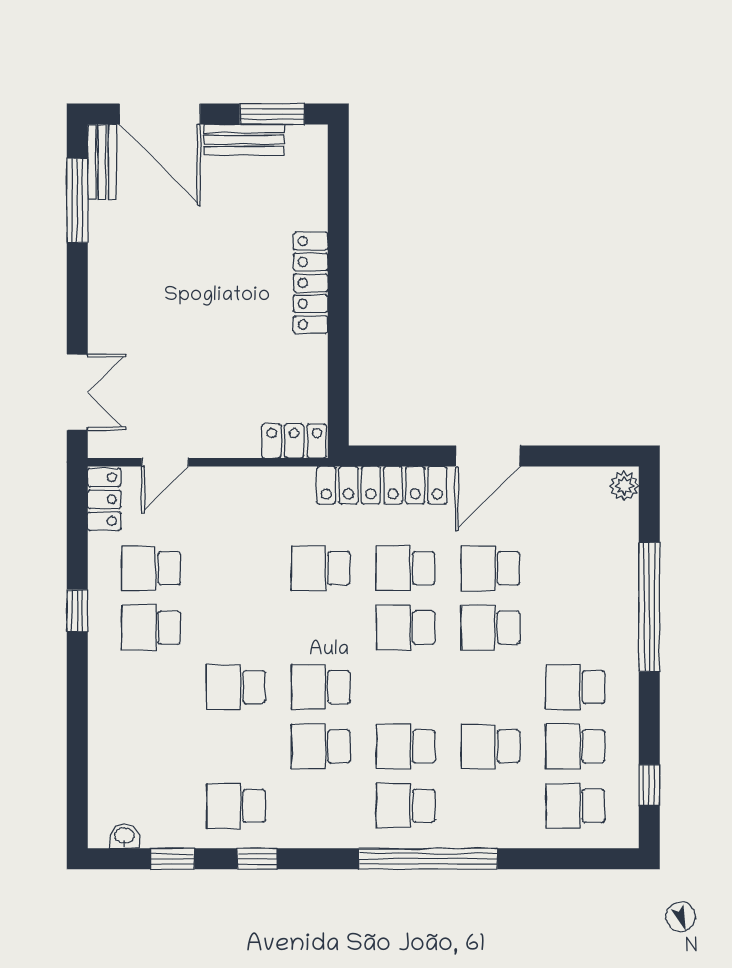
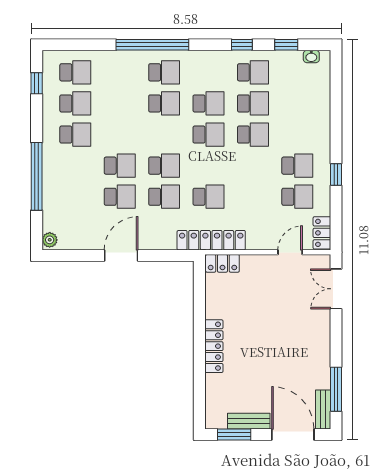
locker: (382, 485) -> (211, 240), moved
school desk: (490, 746) -> (253, 103), moved

